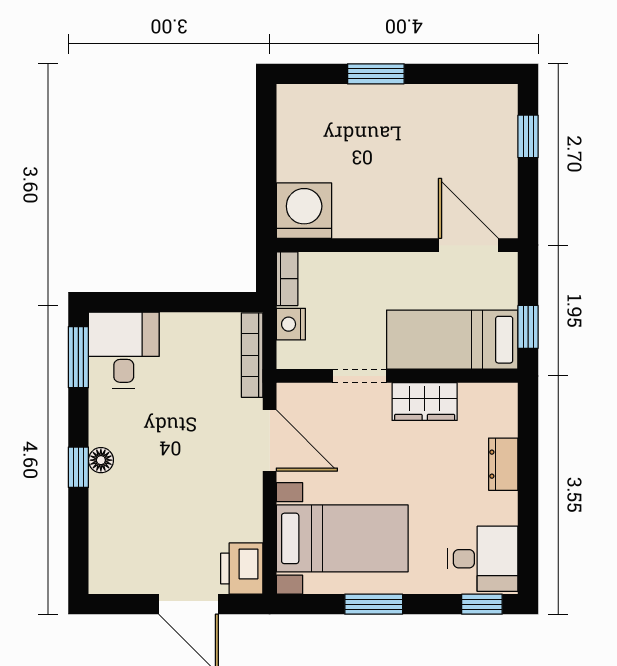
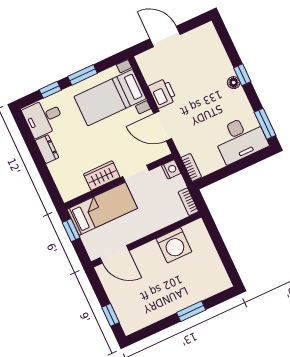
washing machine: (304, 211) -> (174, 245), moved
nightstand: (291, 324) -> (171, 169), moved
desk: (124, 350) -> (240, 139), width x1.37
bookcase: (252, 355) -> (191, 167), width x0.64
dresser: (503, 464) -> (47, 149), moved
printer: (242, 569) -> (162, 93), moved
window: (482, 604) -> (50, 90), moved

